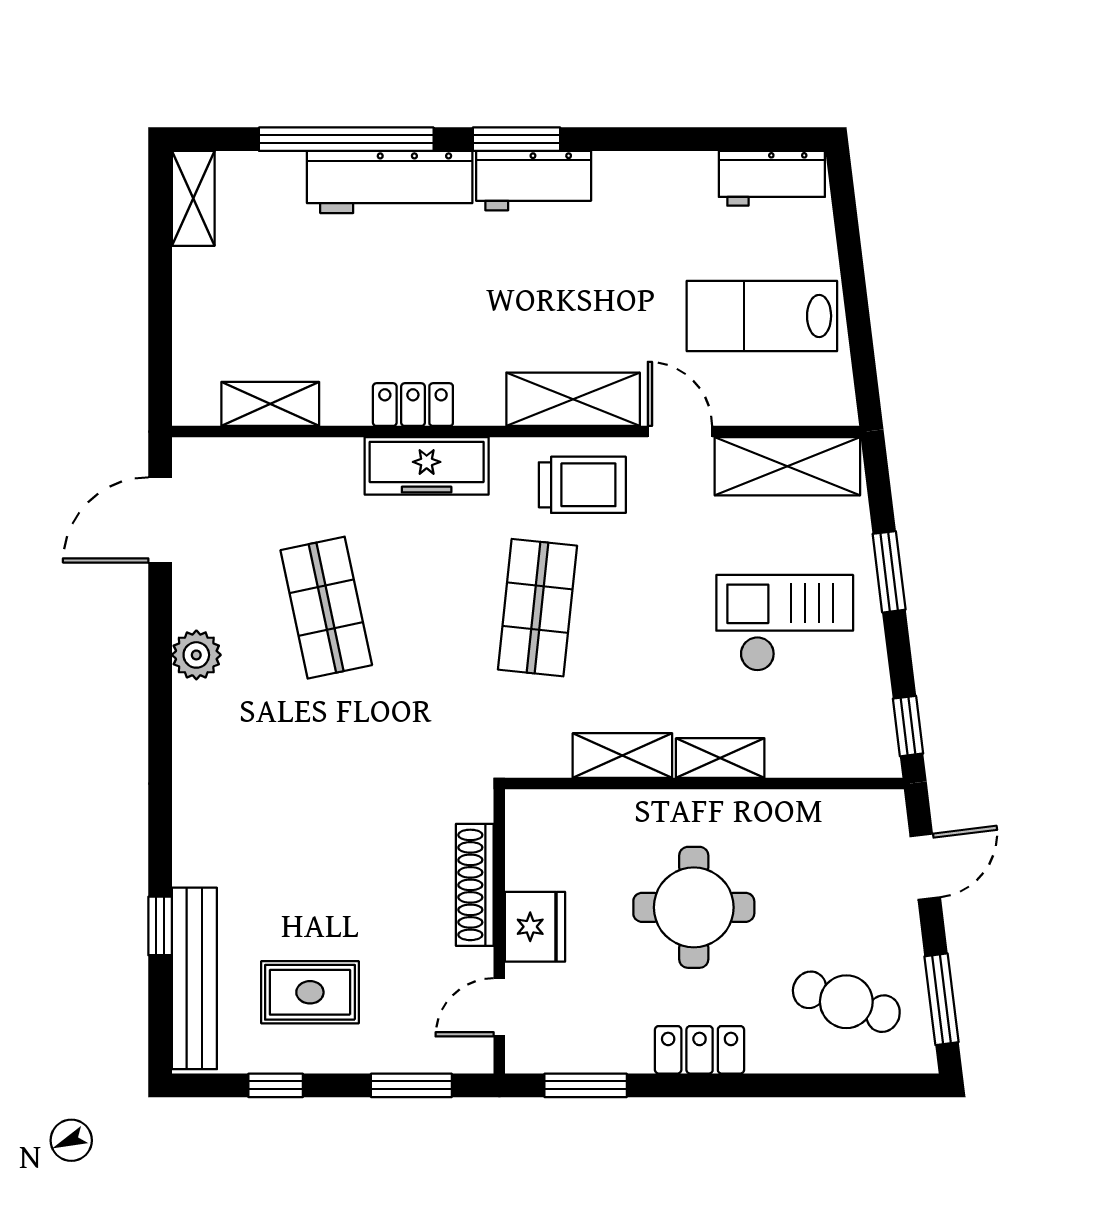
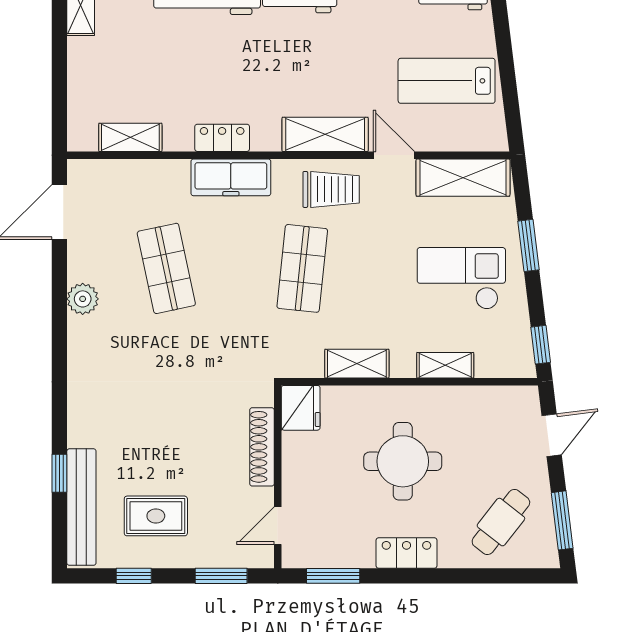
shelving: (720, 758) -> (445, 365), moved
fridge: (535, 927) -> (301, 408), moved
cafe table: (846, 1002) -> (501, 522), turned -70

